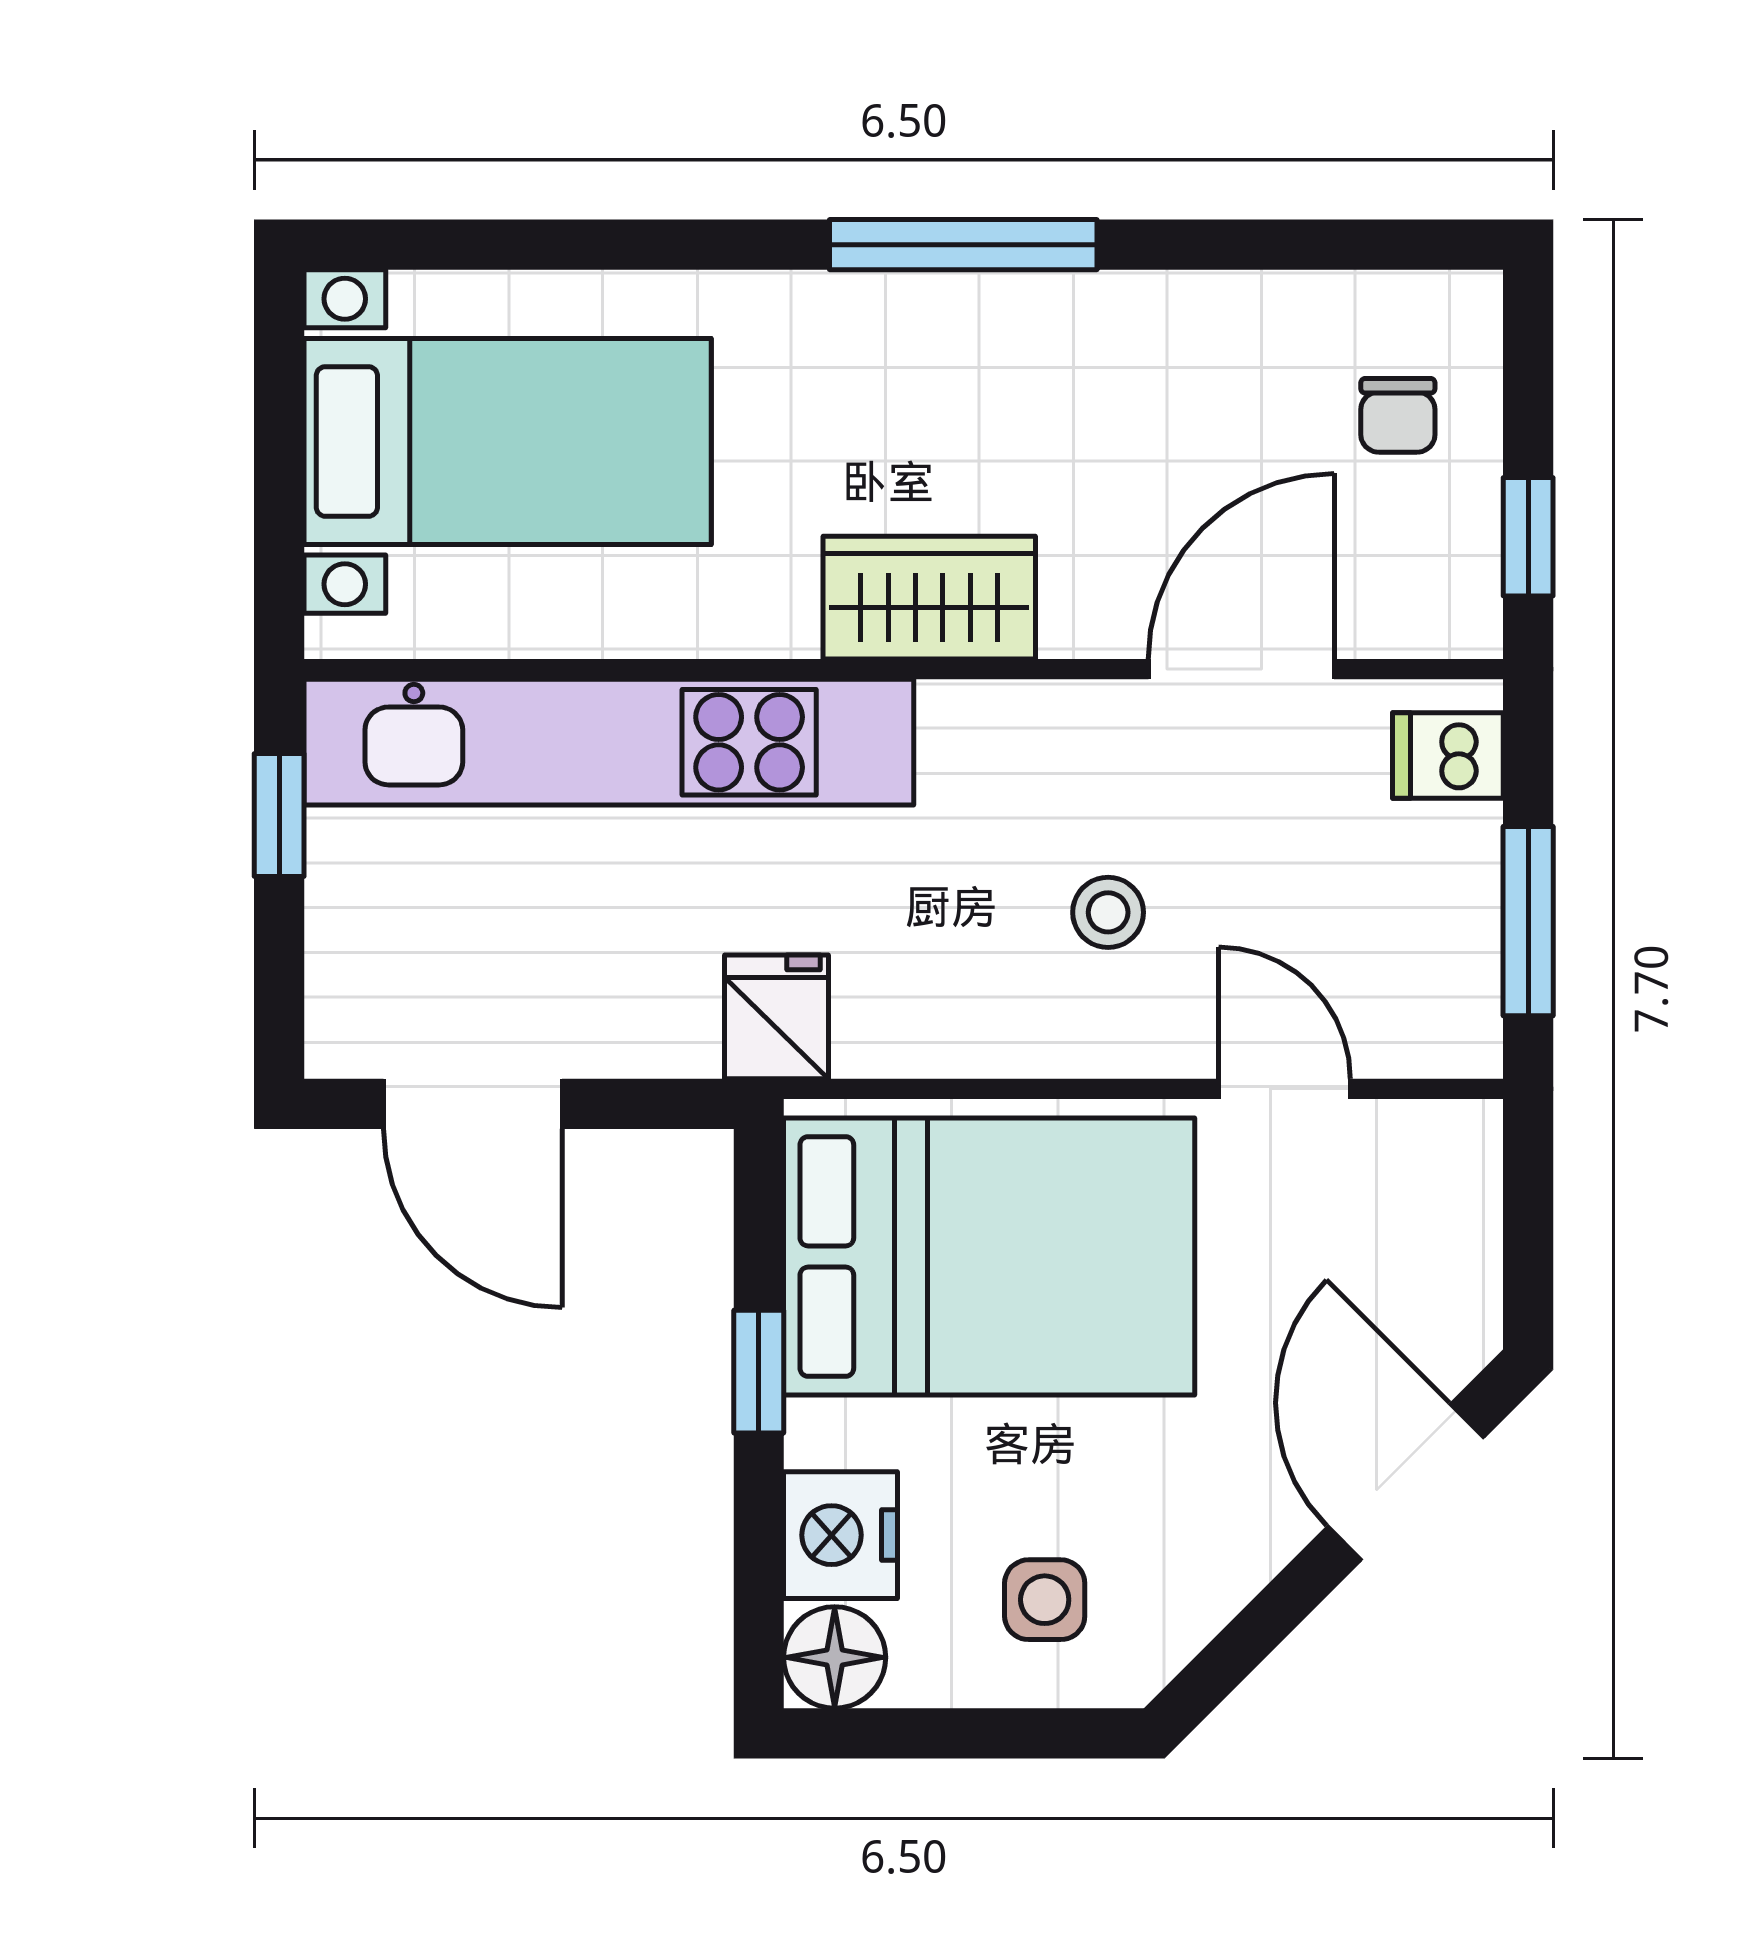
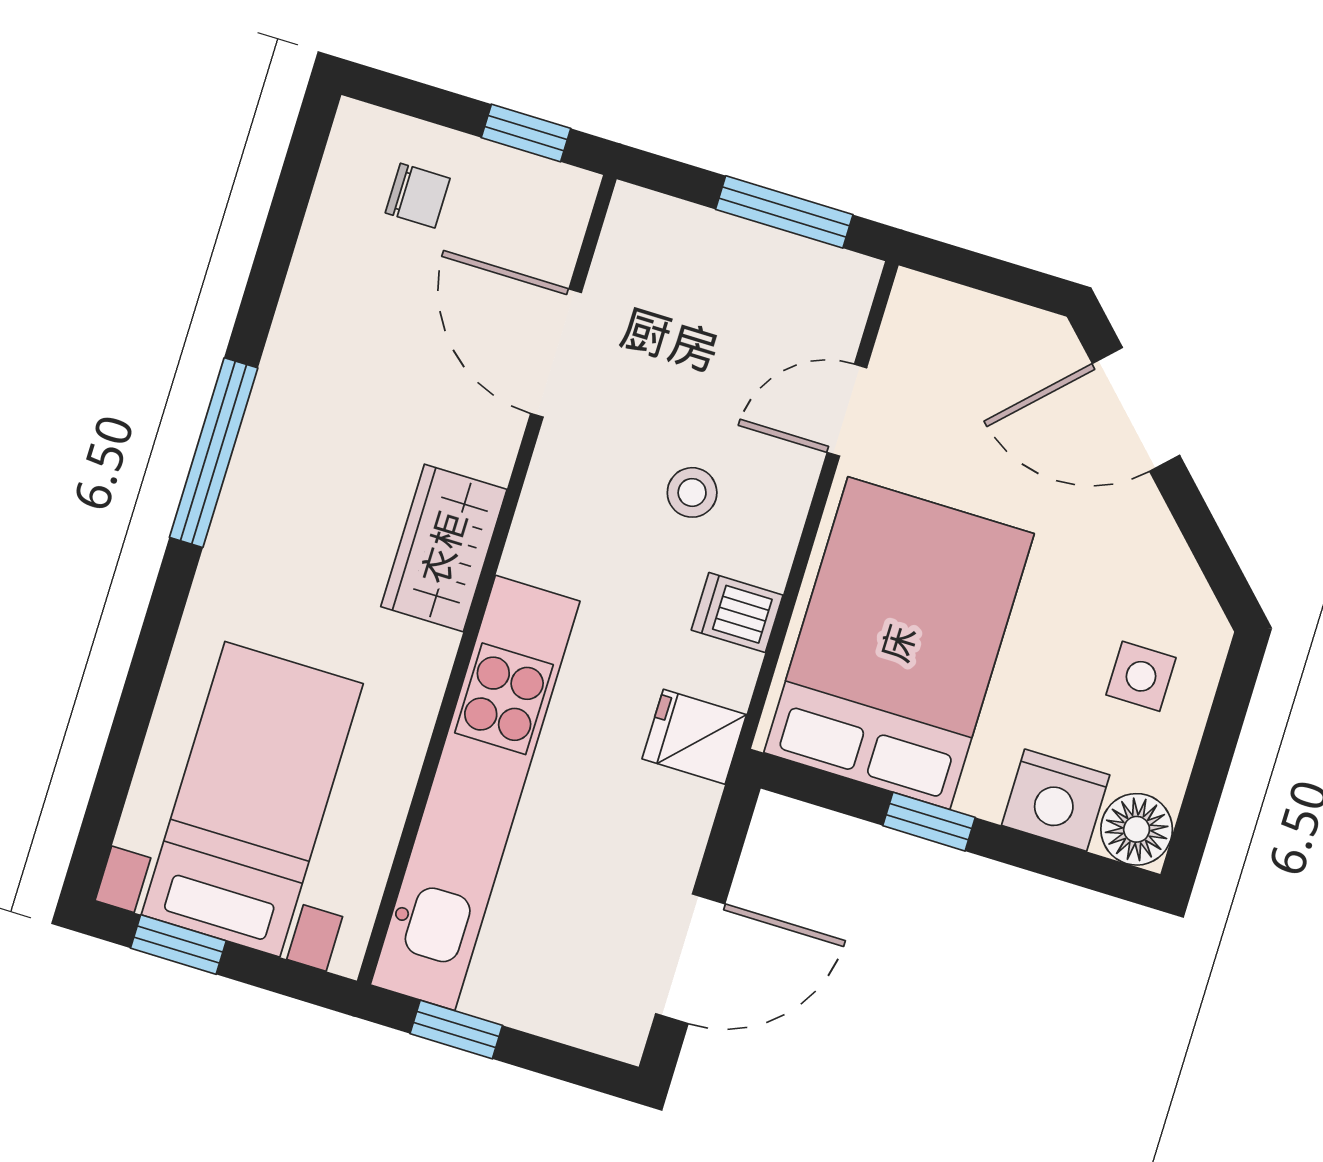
window: (279, 401) -> (178, 945), added
dishwasher: (1448, 755) -> (737, 613), moved, turned 90

